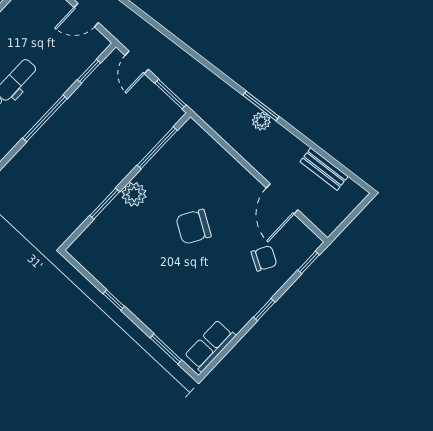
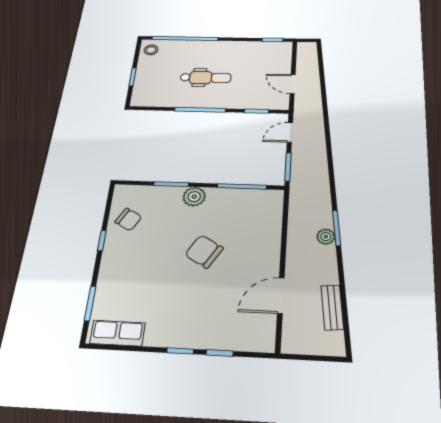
chair: (264, 258) -> (128, 219), moved
window: (309, 262) -> (220, 353), moved

